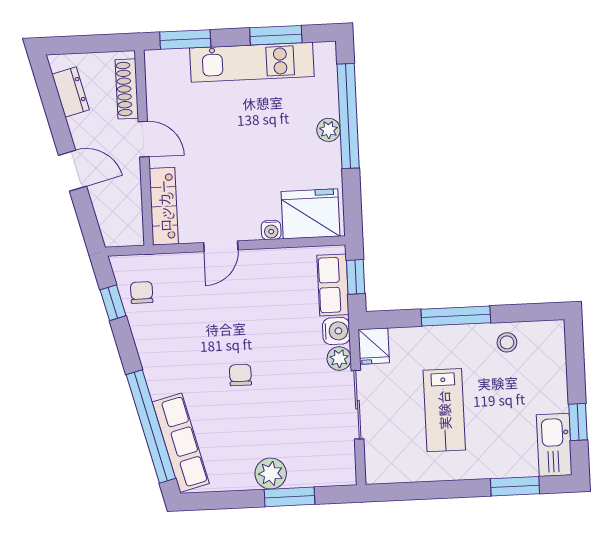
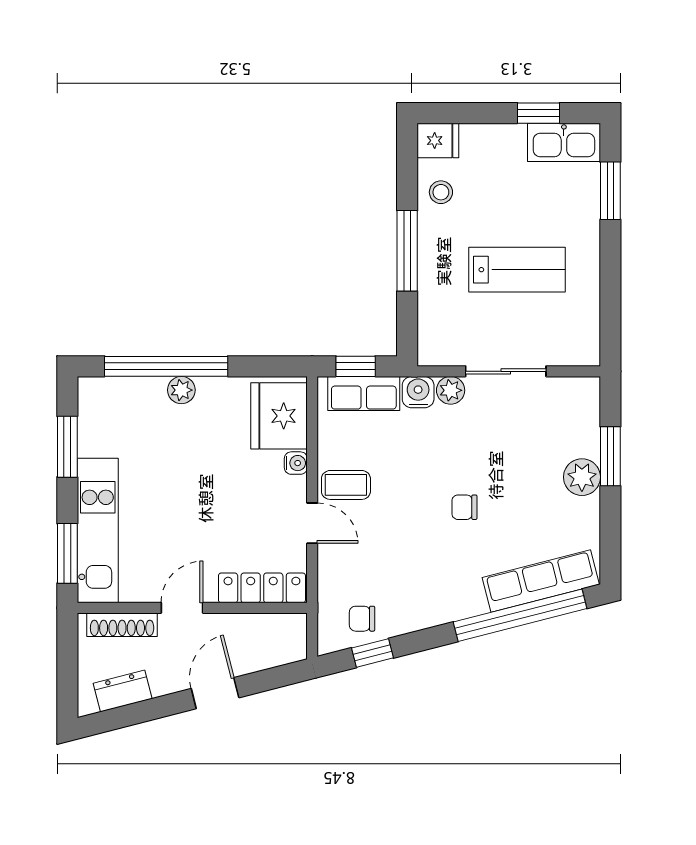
kitchen unit: (252, 62) -> (98, 531), moved
coffee table: (255, 273) -> (346, 485), added
fridge: (374, 346) -> (438, 141), moved

